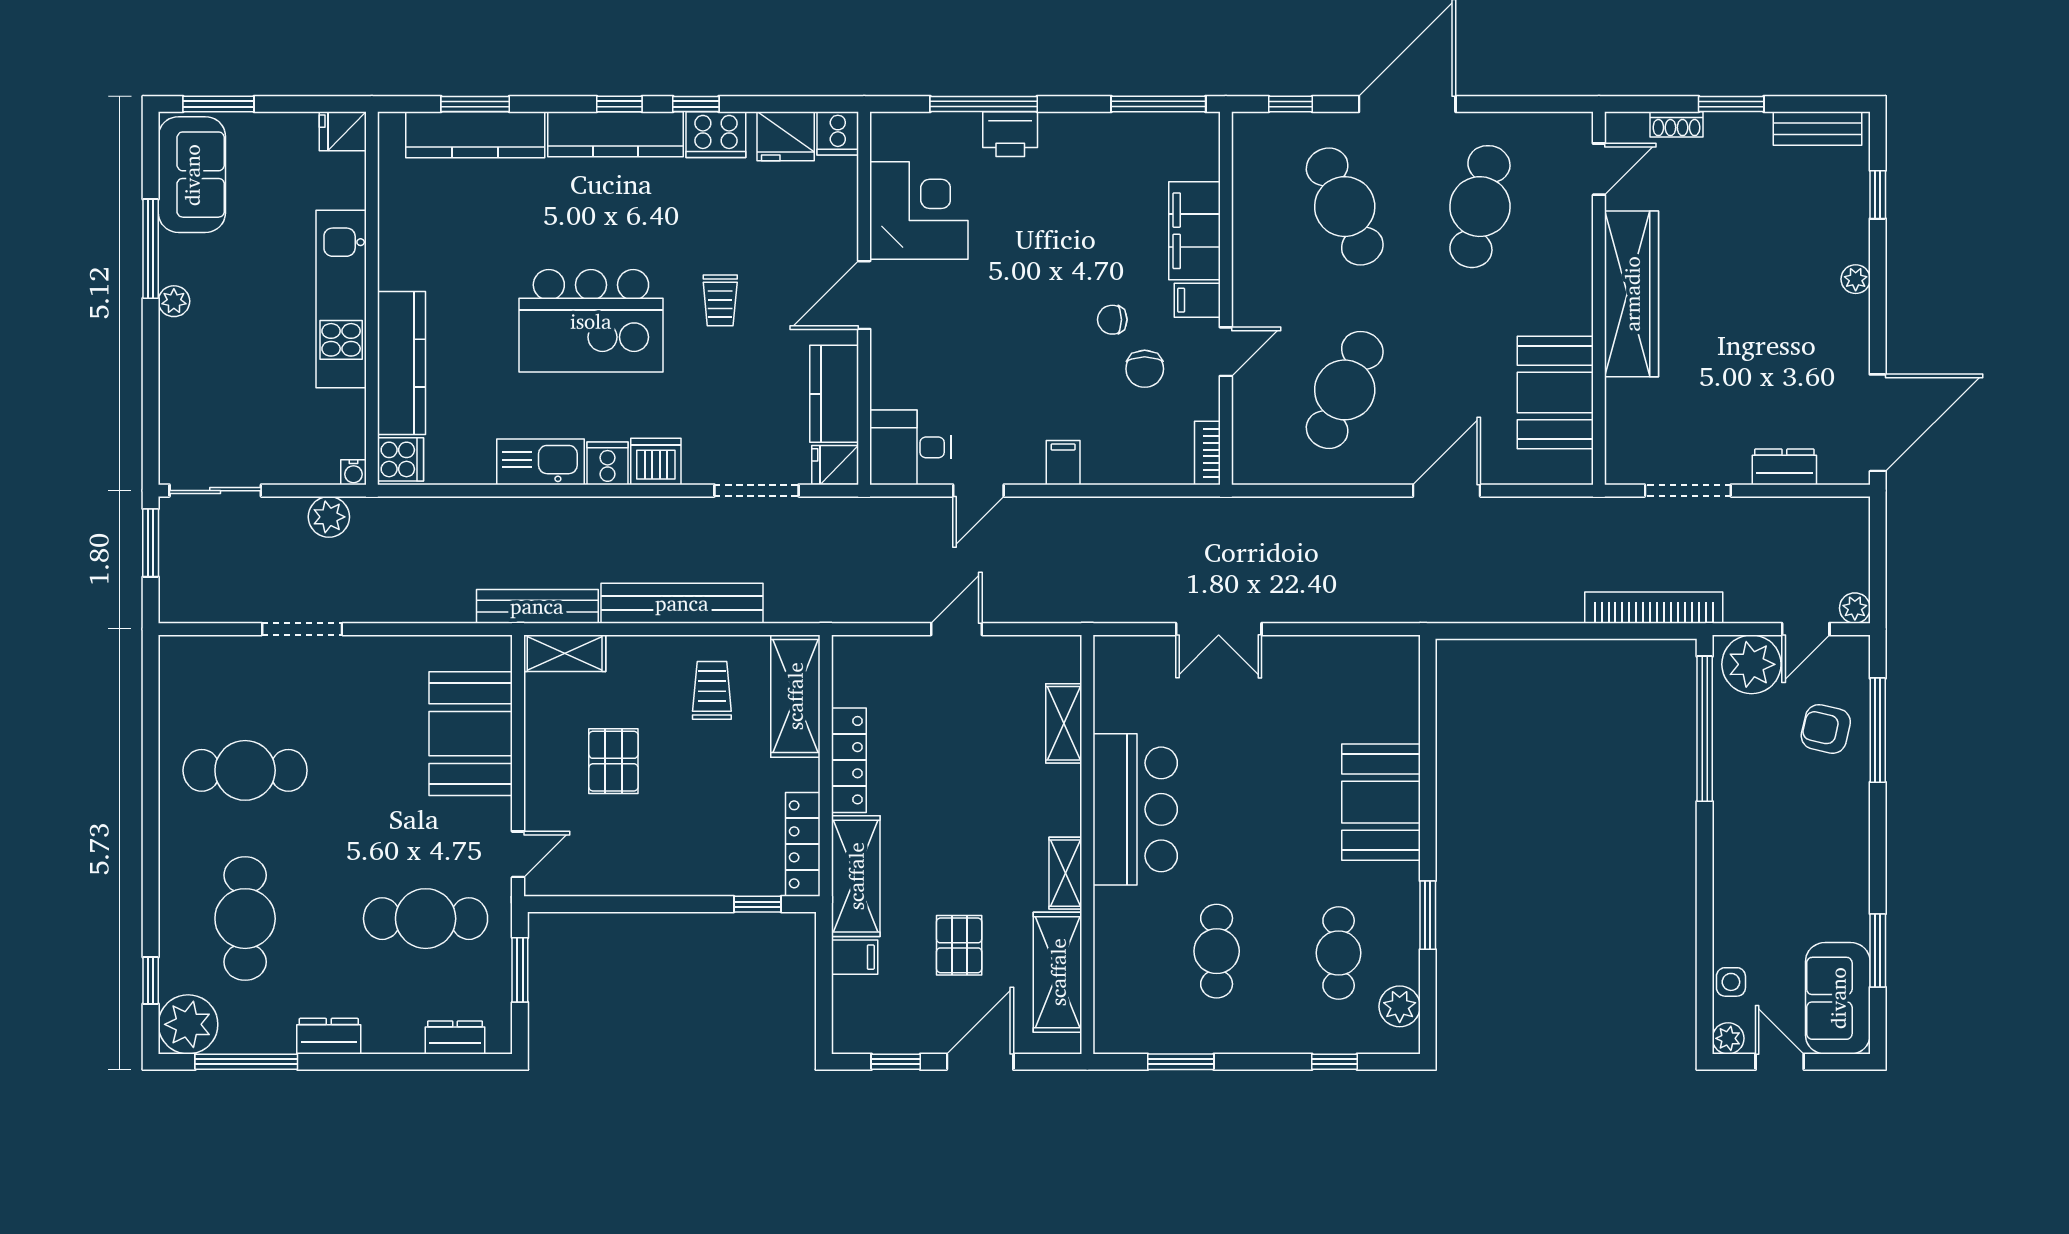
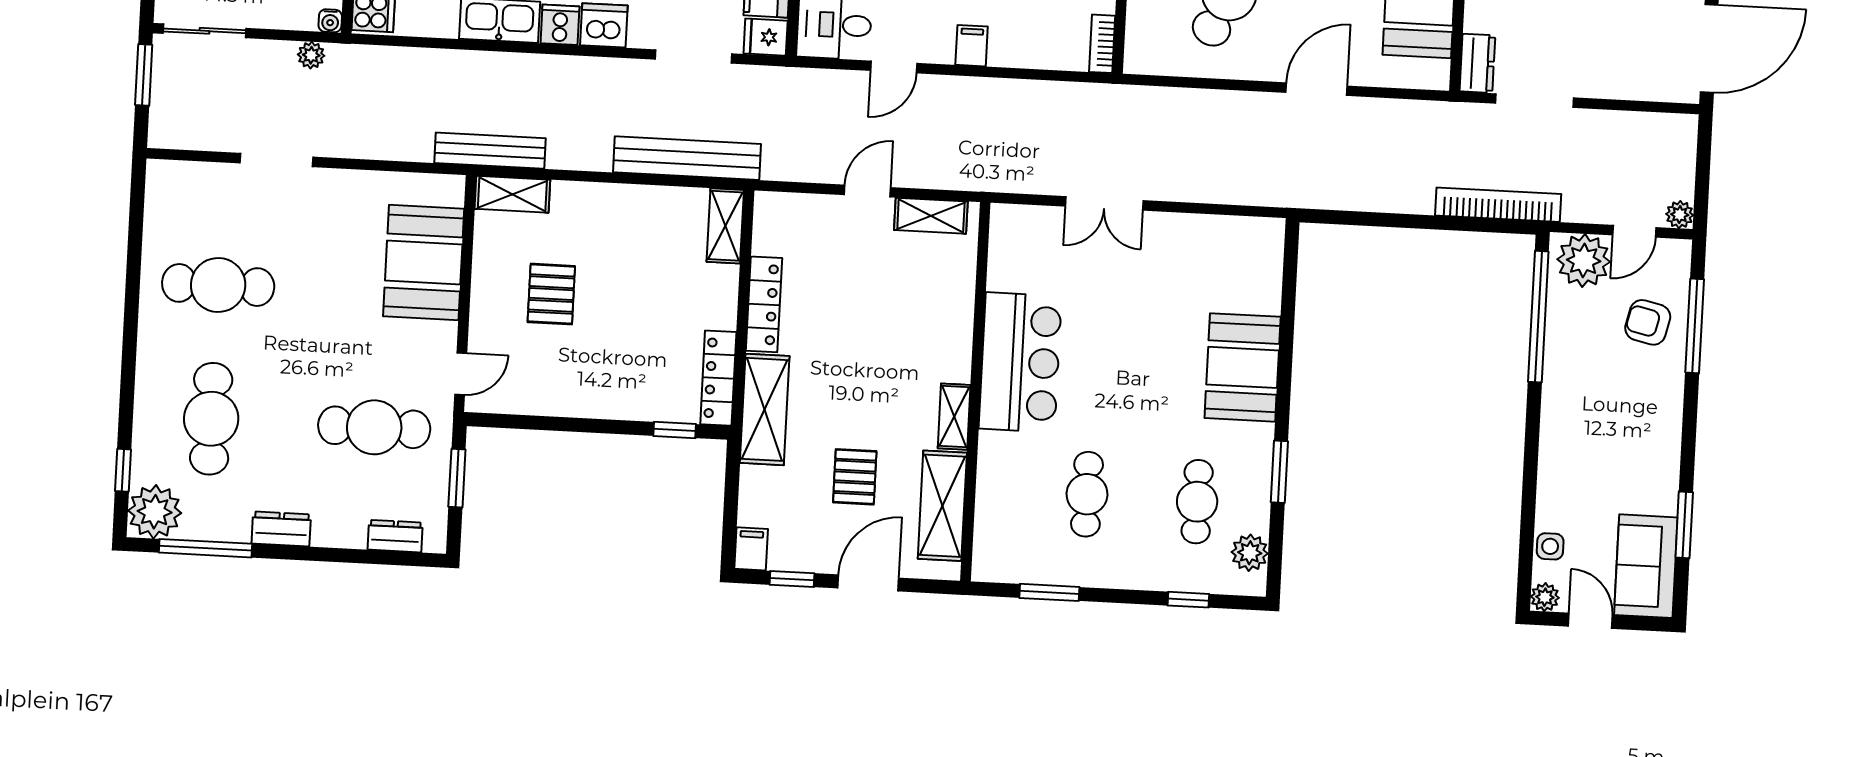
dresser: (1784, 467) -> (1477, 63), moved, turned 90
plant: (329, 517) -> (311, 55), width x0.73, depth x0.73
bench: (682, 603) -> (687, 158), moved
trolley: (712, 690) -> (644, 235), removed
shelving: (795, 696) -> (725, 226), width x0.67, depth x0.75
shelving: (1064, 723) -> (931, 216), moved, turned 90
filing cabinet: (855, 957) -> (751, 549), moved, turned -90

